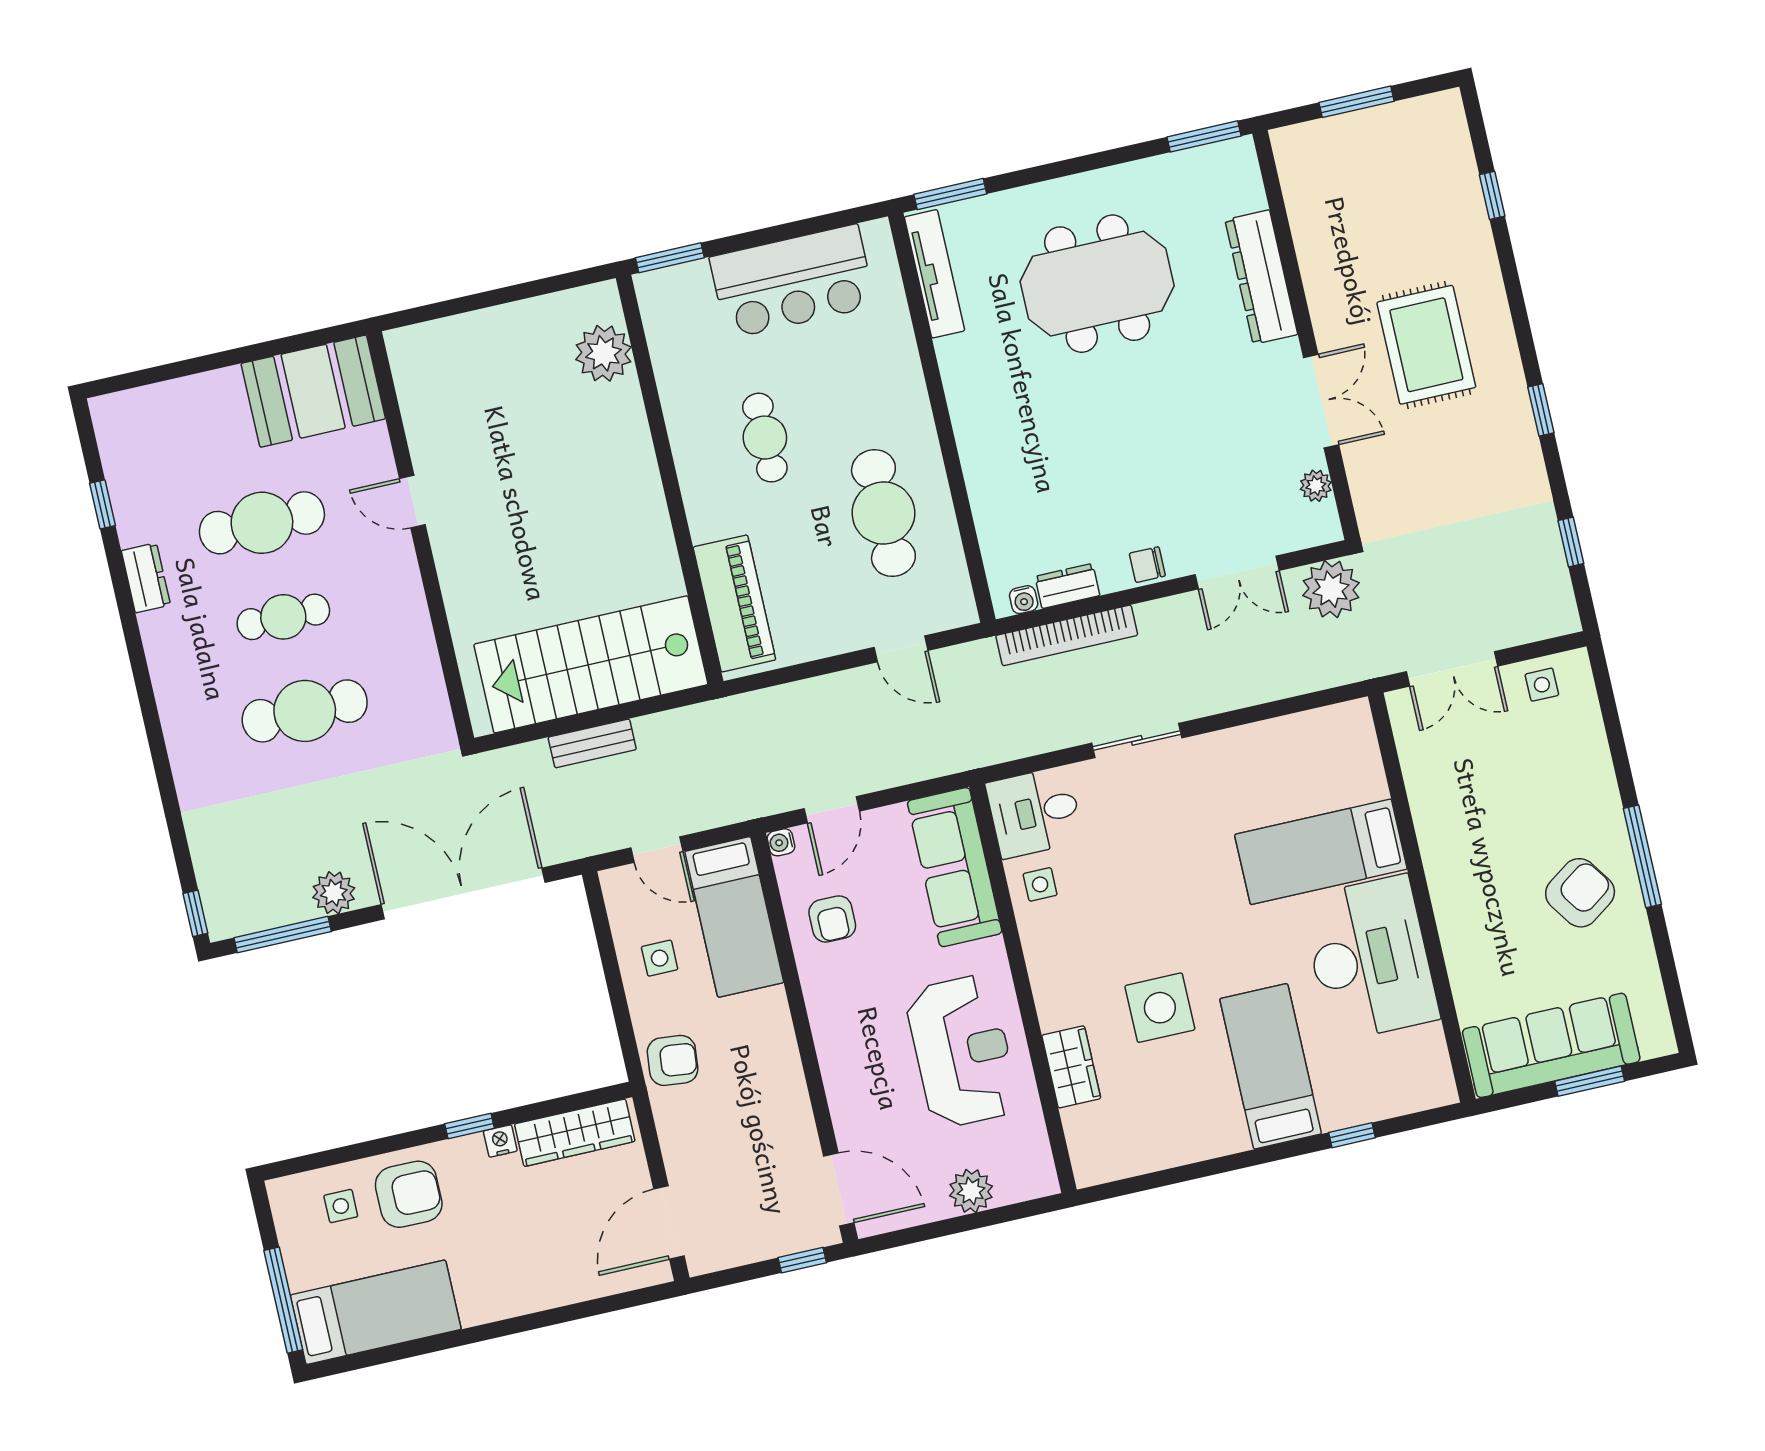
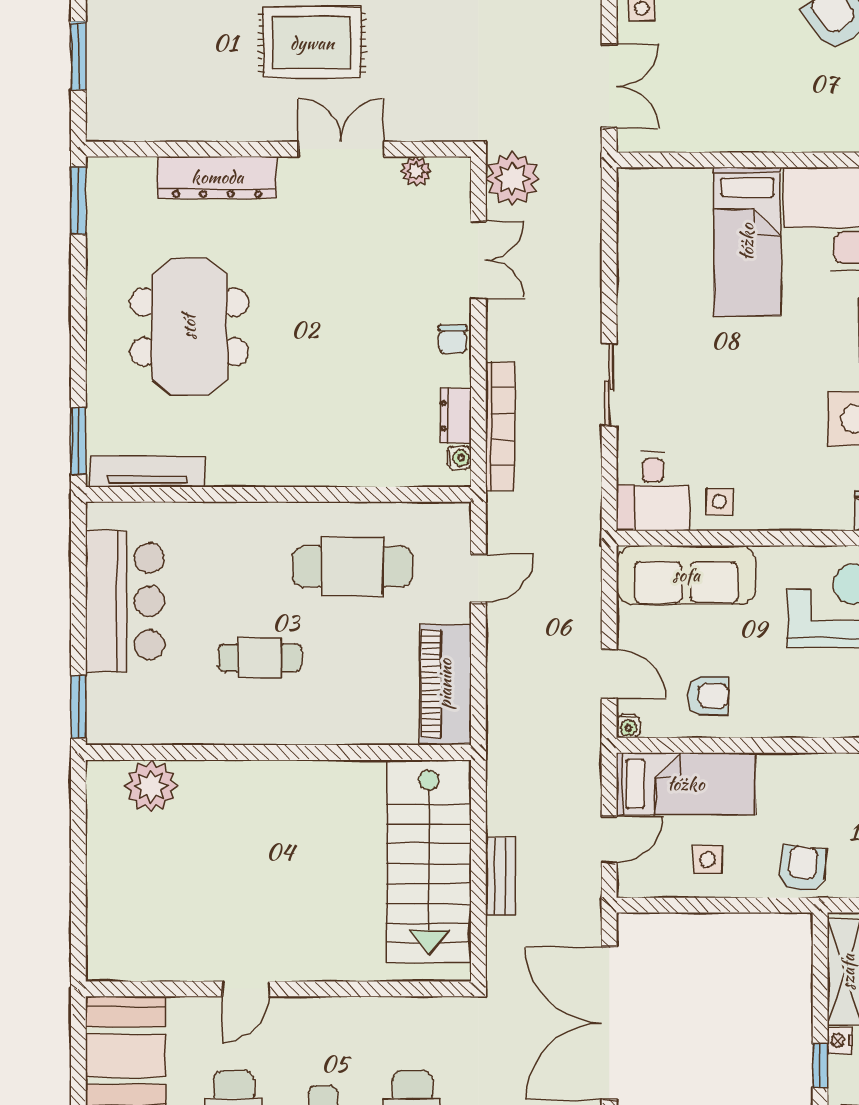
piano: (734, 603) -> (445, 684), moved, turned -90

